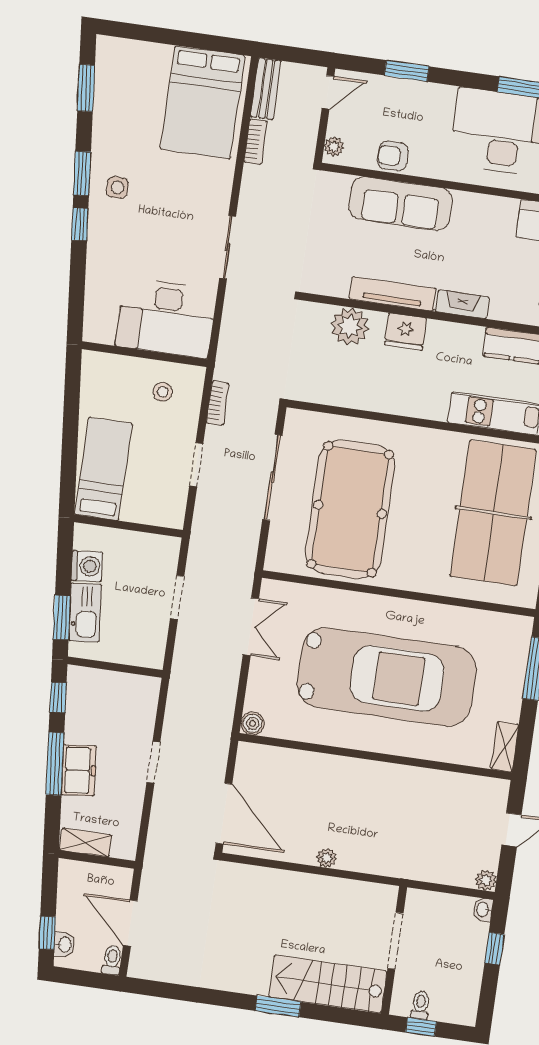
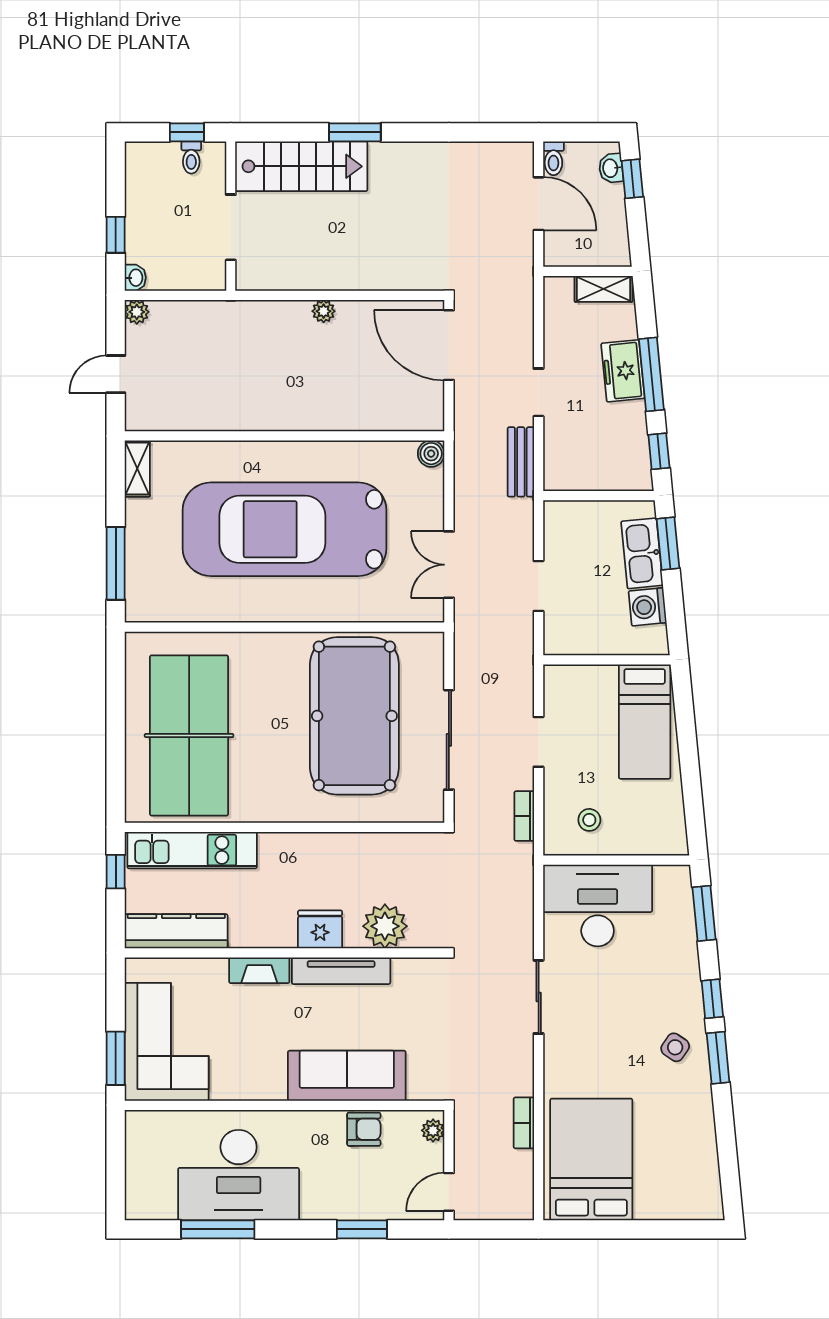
window: (86, 88) -> (704, 913), moved
bench: (266, 89) -> (521, 462), moved
side table: (117, 188) -> (675, 1047), turned 34

